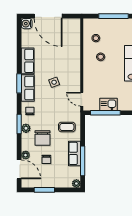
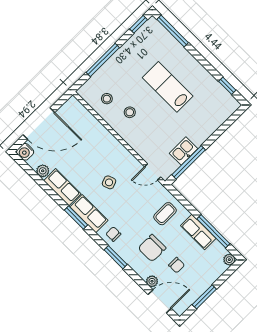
plant: (26, 128) -> (43, 171), moved
chair: (43, 138) -> (152, 248), turned 90

